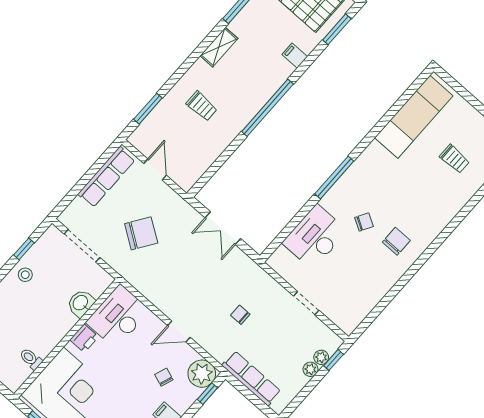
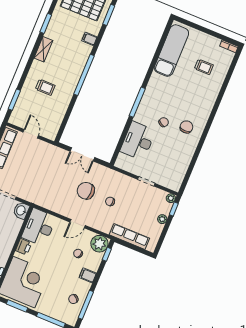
chair: (141, 233) -> (86, 191), moved, turned -124
washbasin: (81, 303) -> (21, 210), moved
plant: (321, 357) -> (171, 198), moved

